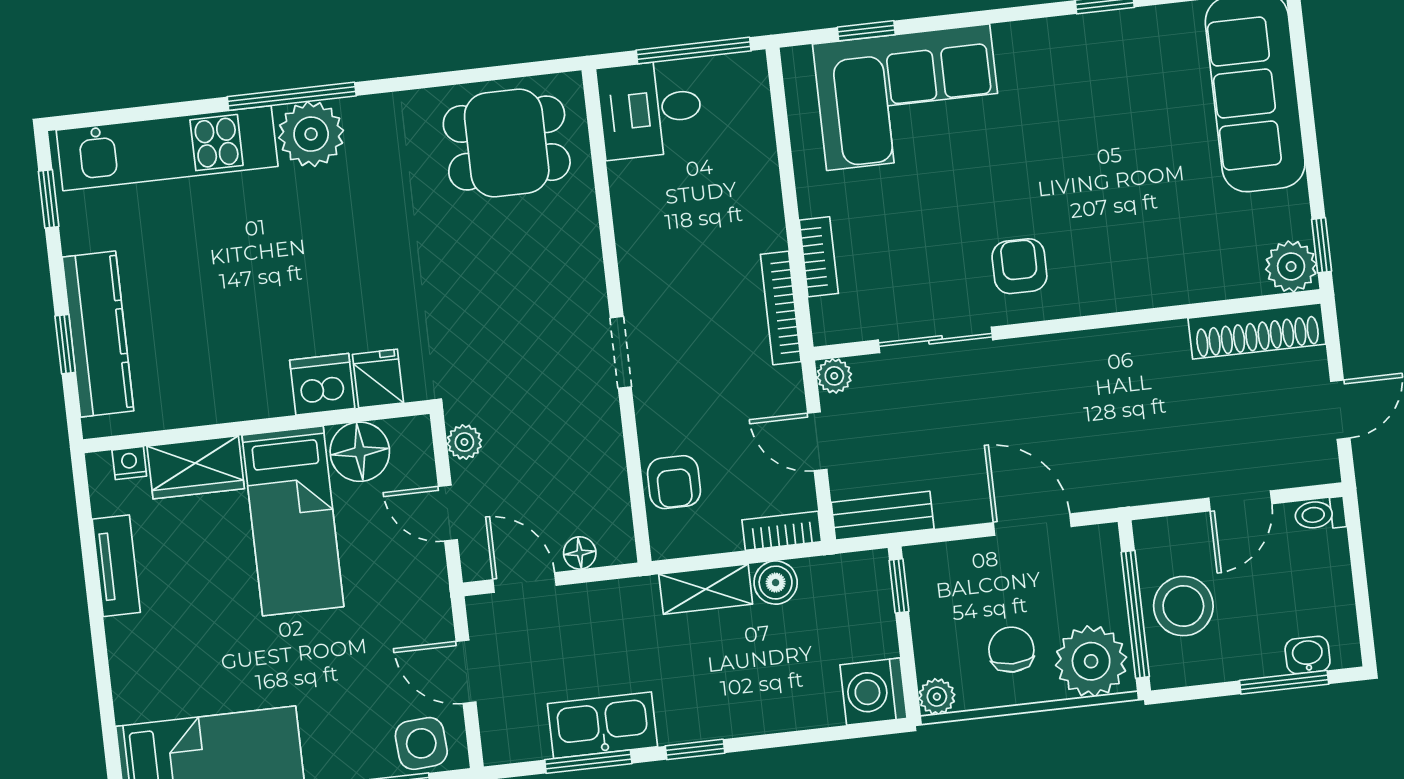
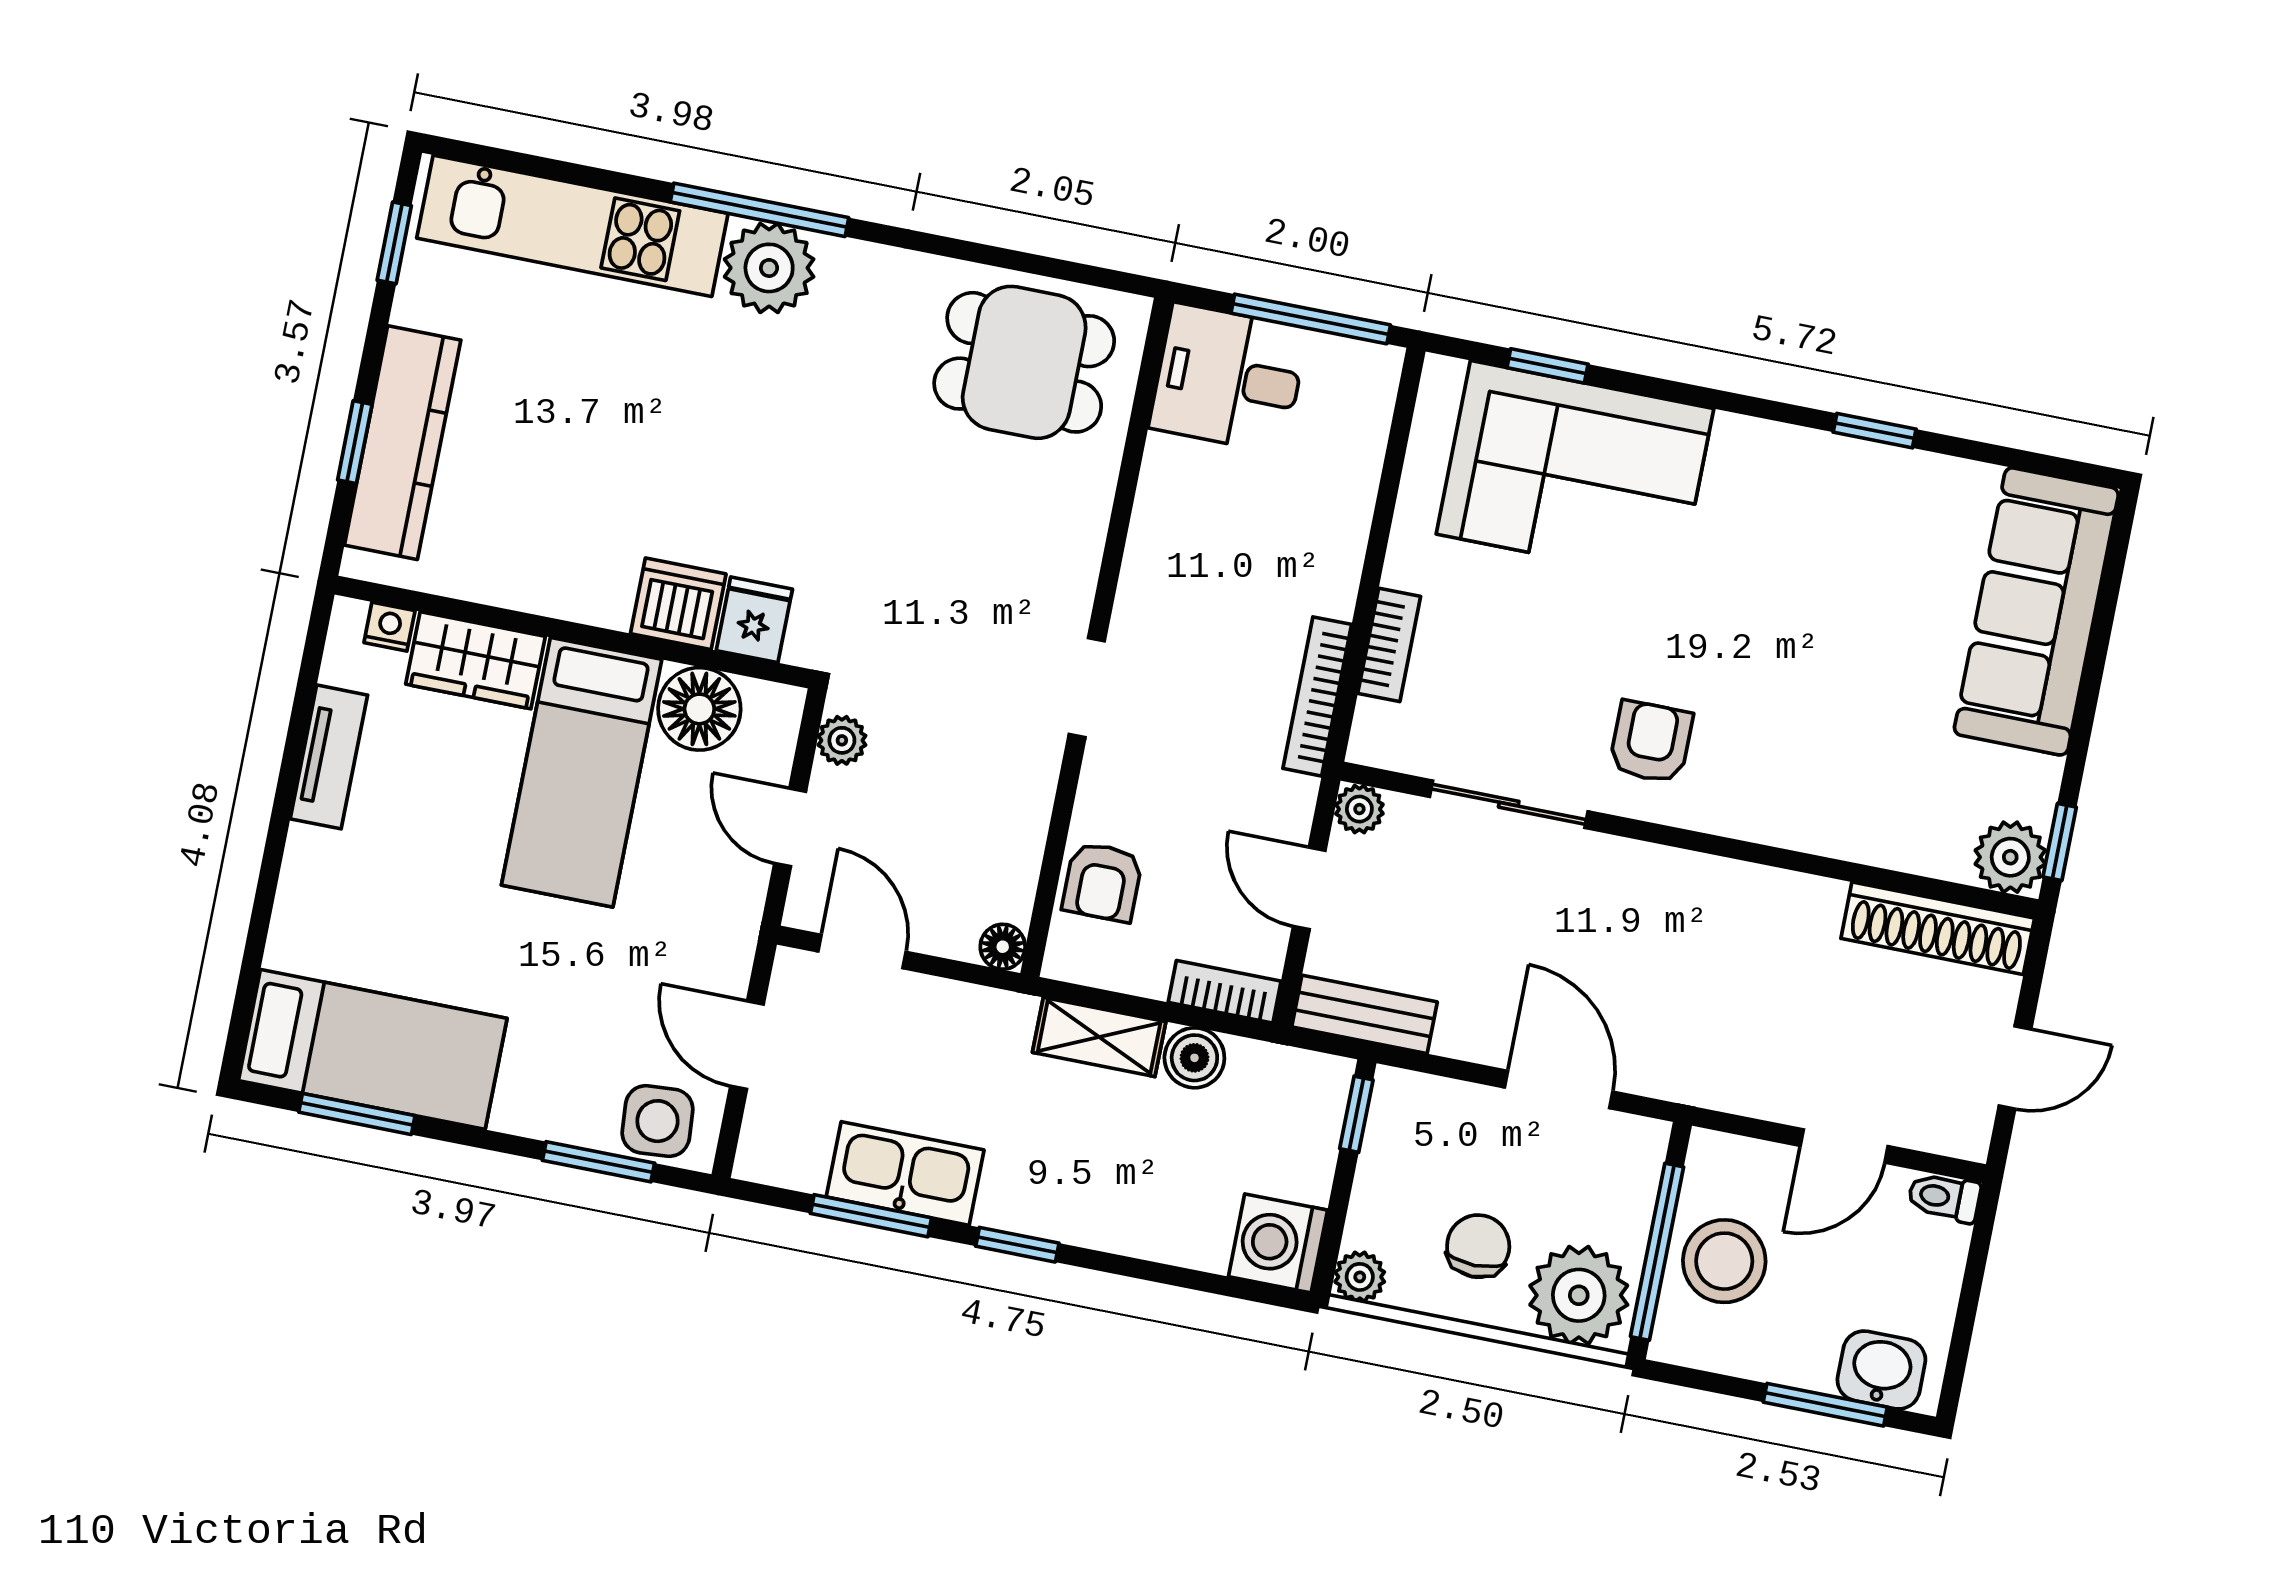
floor lamp: (580, 553) -> (1003, 947), moved
washbasin: (1308, 655) -> (1881, 1370), width x1.38, depth x1.45

